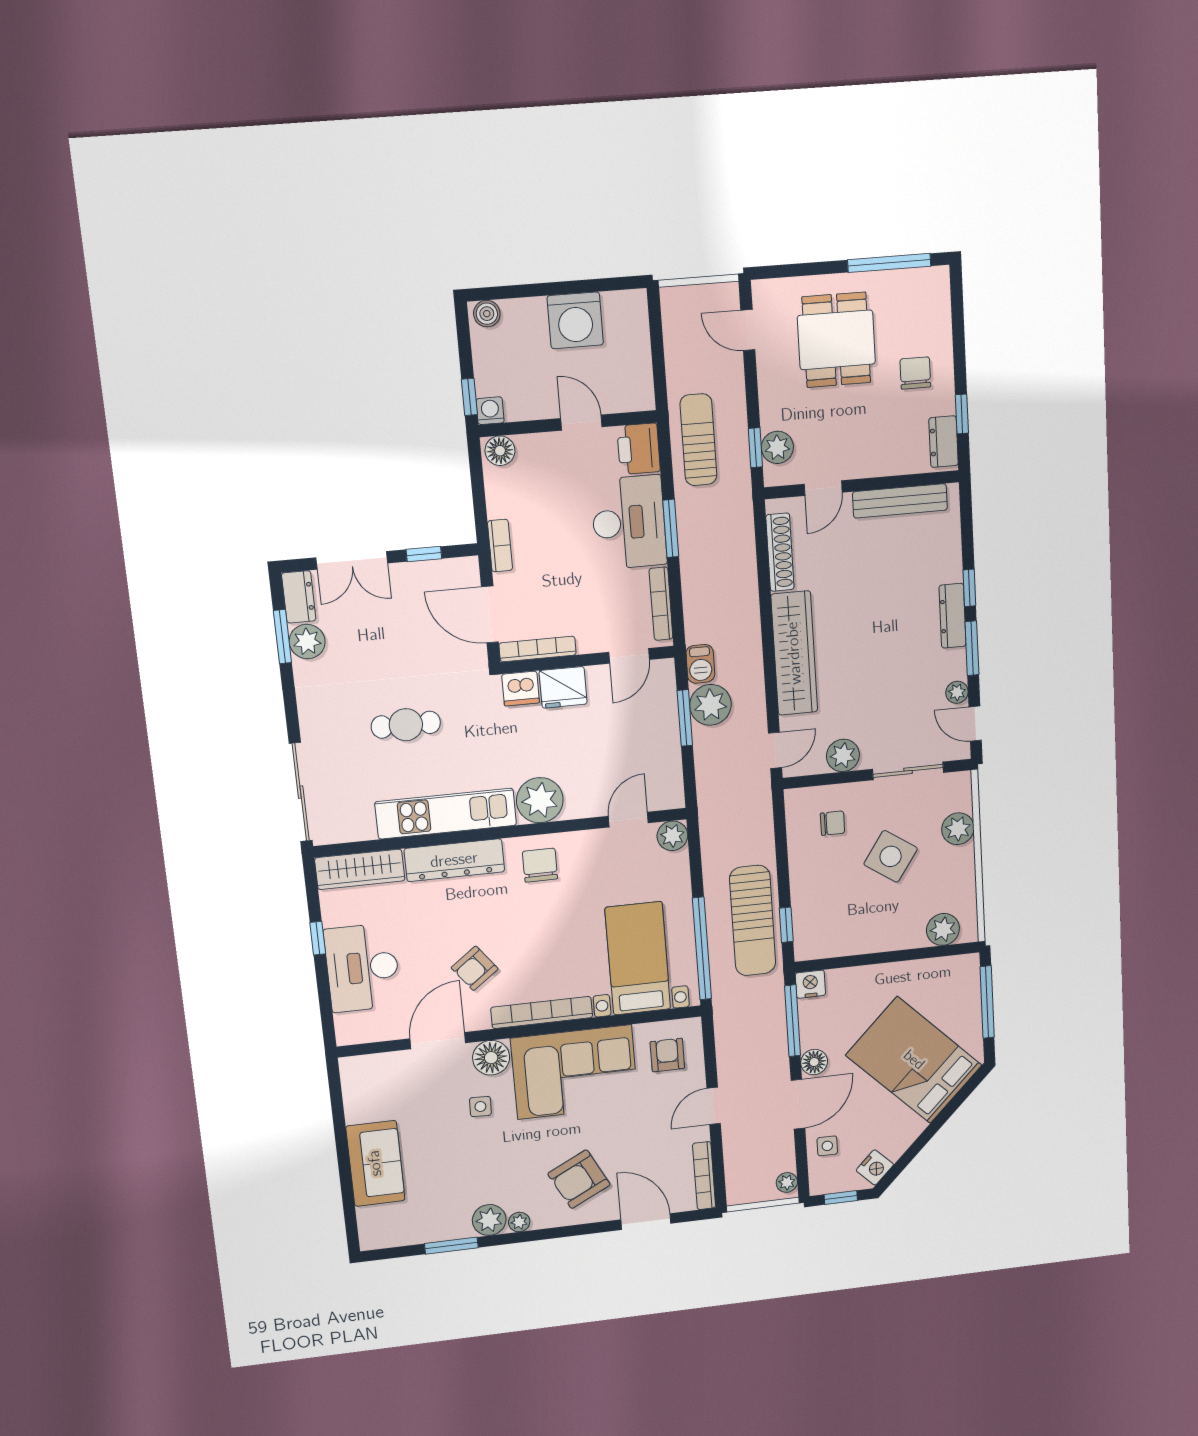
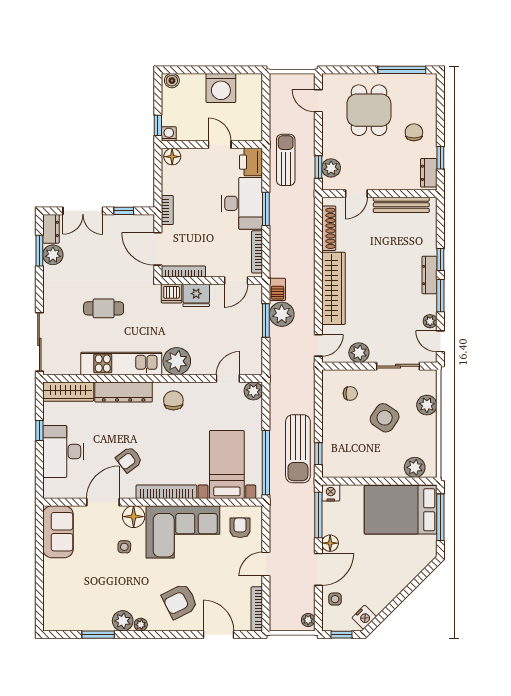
bed: (914, 1060) -> (401, 510), moved, turned -45
sofa: (375, 1163) -> (58, 532), moved

